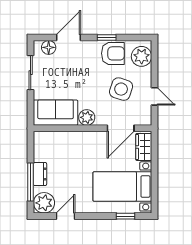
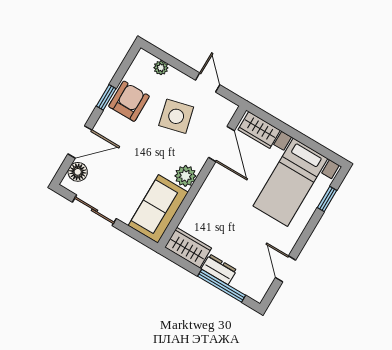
door: (68, 38) -> (80, 142), swing flipped
plant: (142, 56) -> (161, 68), width x0.53, depth x0.53
side table: (121, 89) -> (176, 116), turned -32
door: (154, 96) -> (208, 82), hinge flipped
wardrobe: (42, 146) -> (188, 248), added
plant: (44, 203) -> (255, 285), removed

